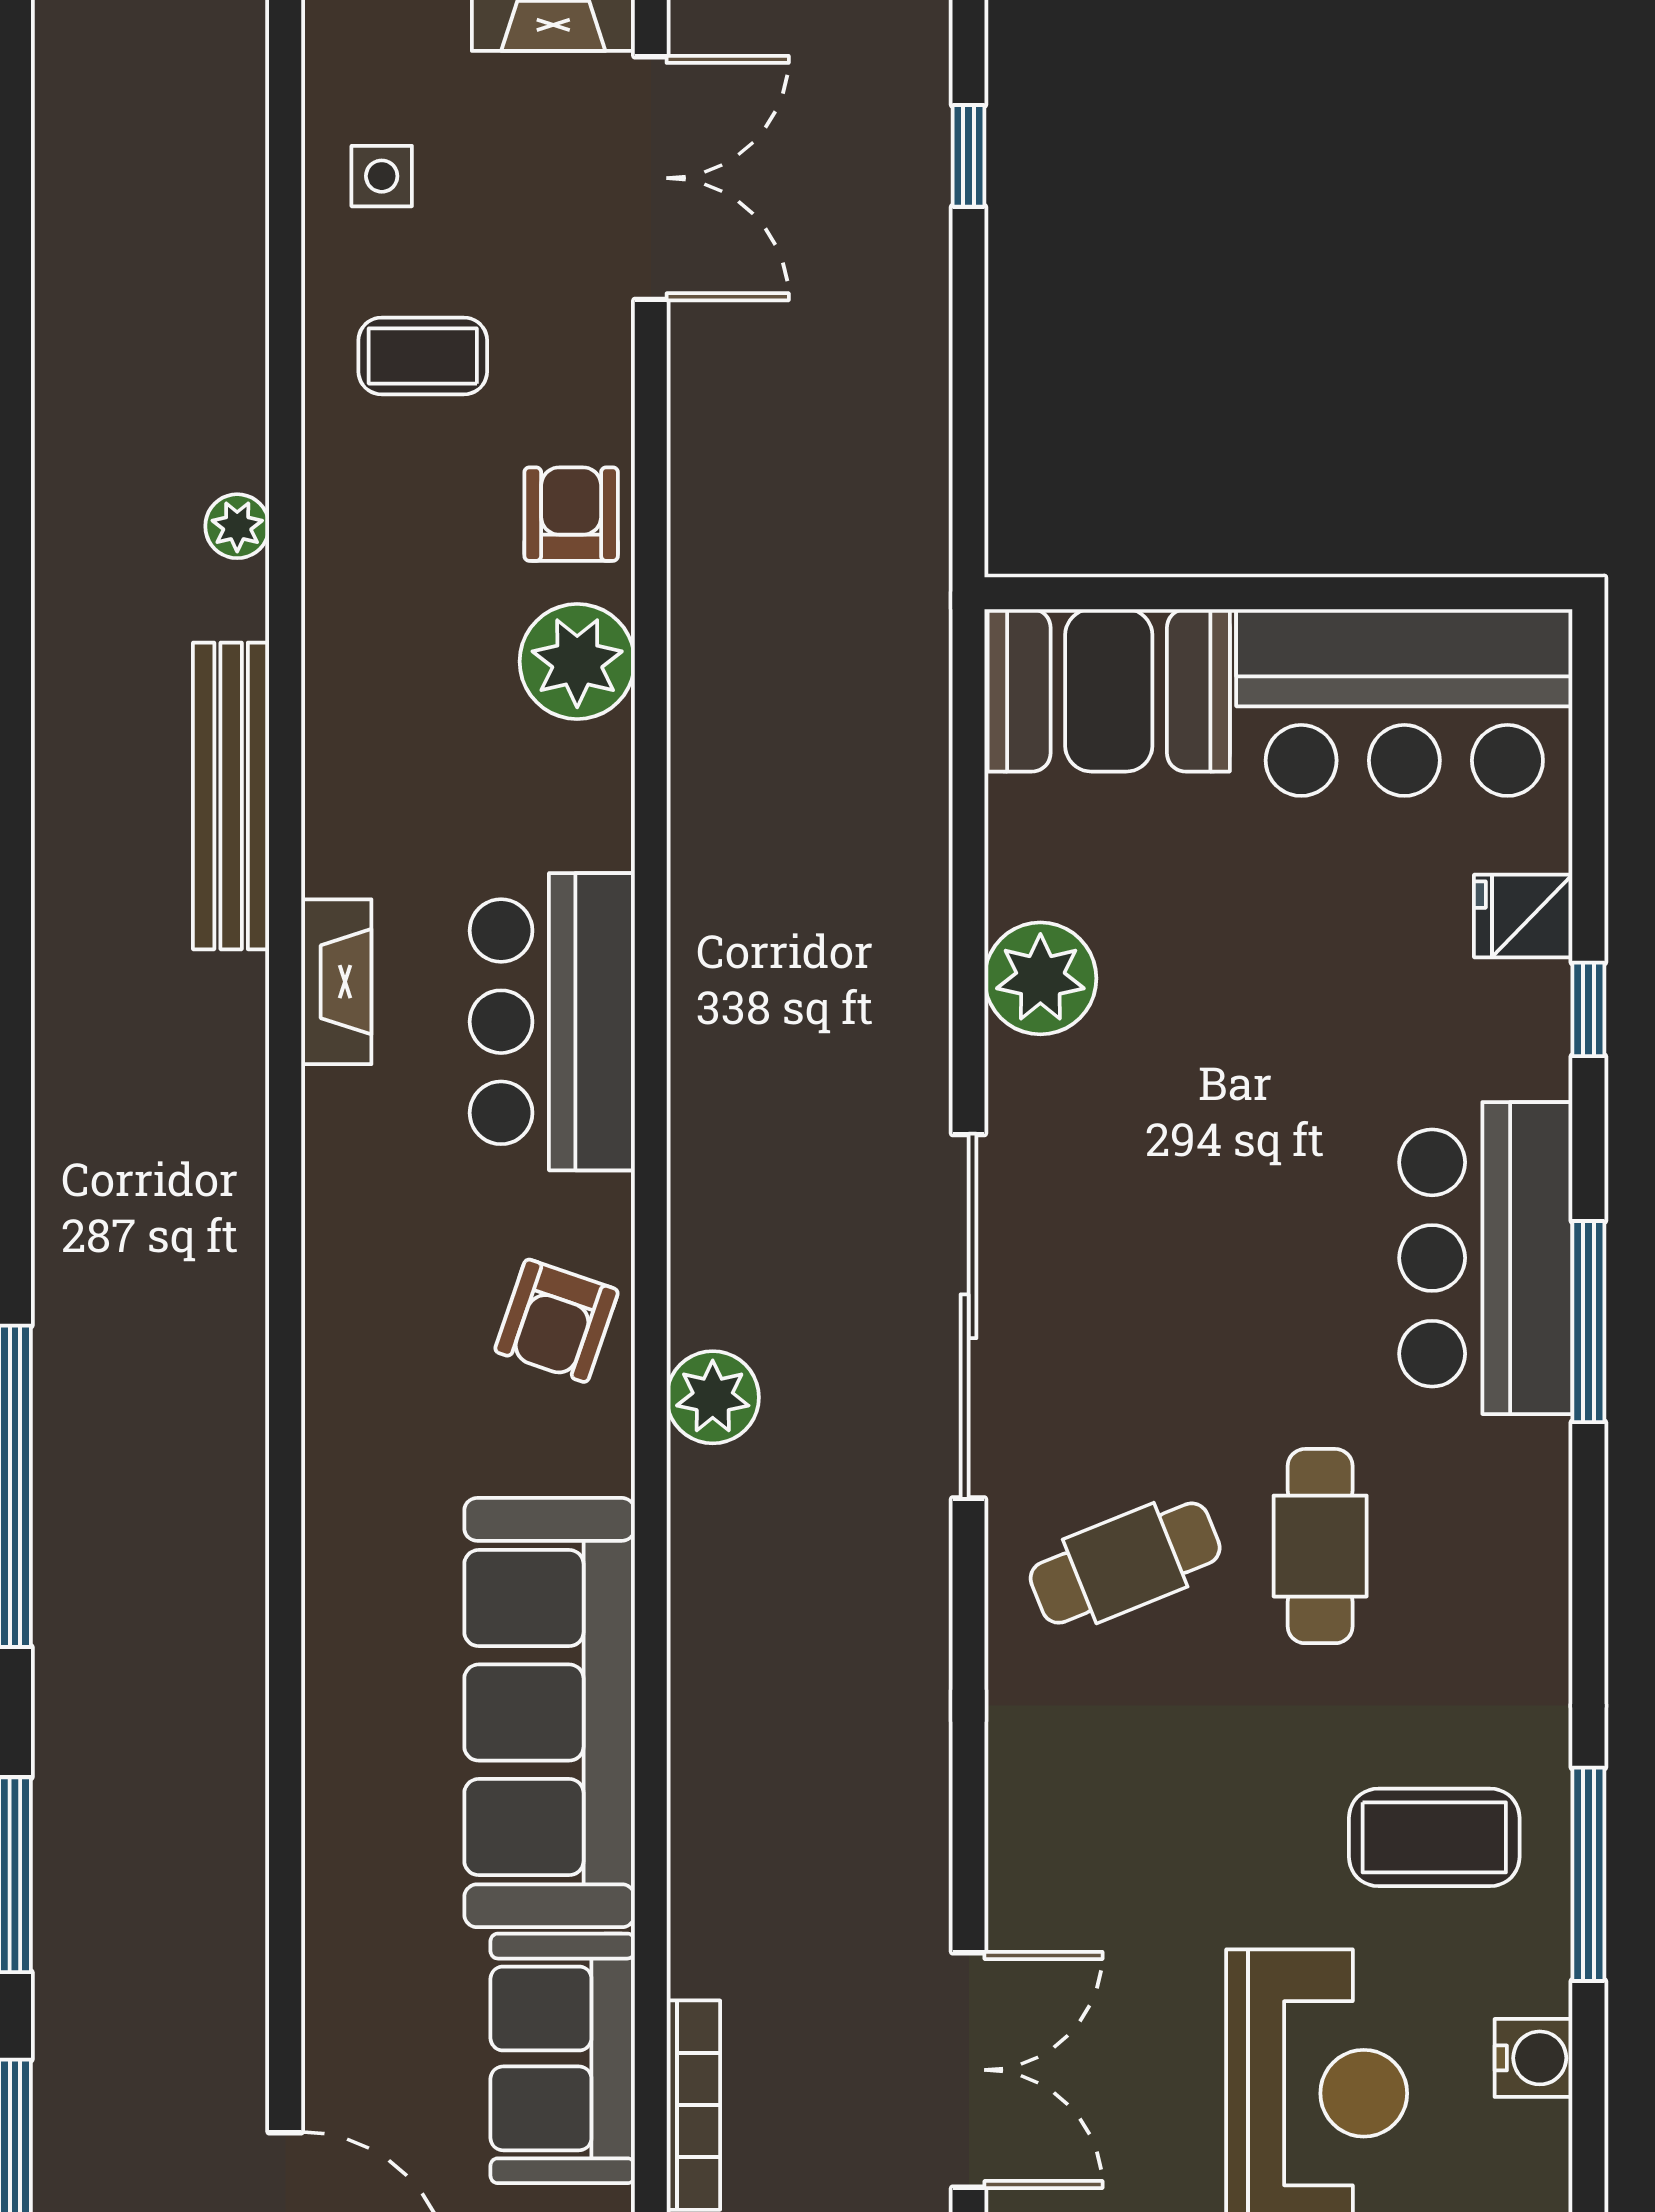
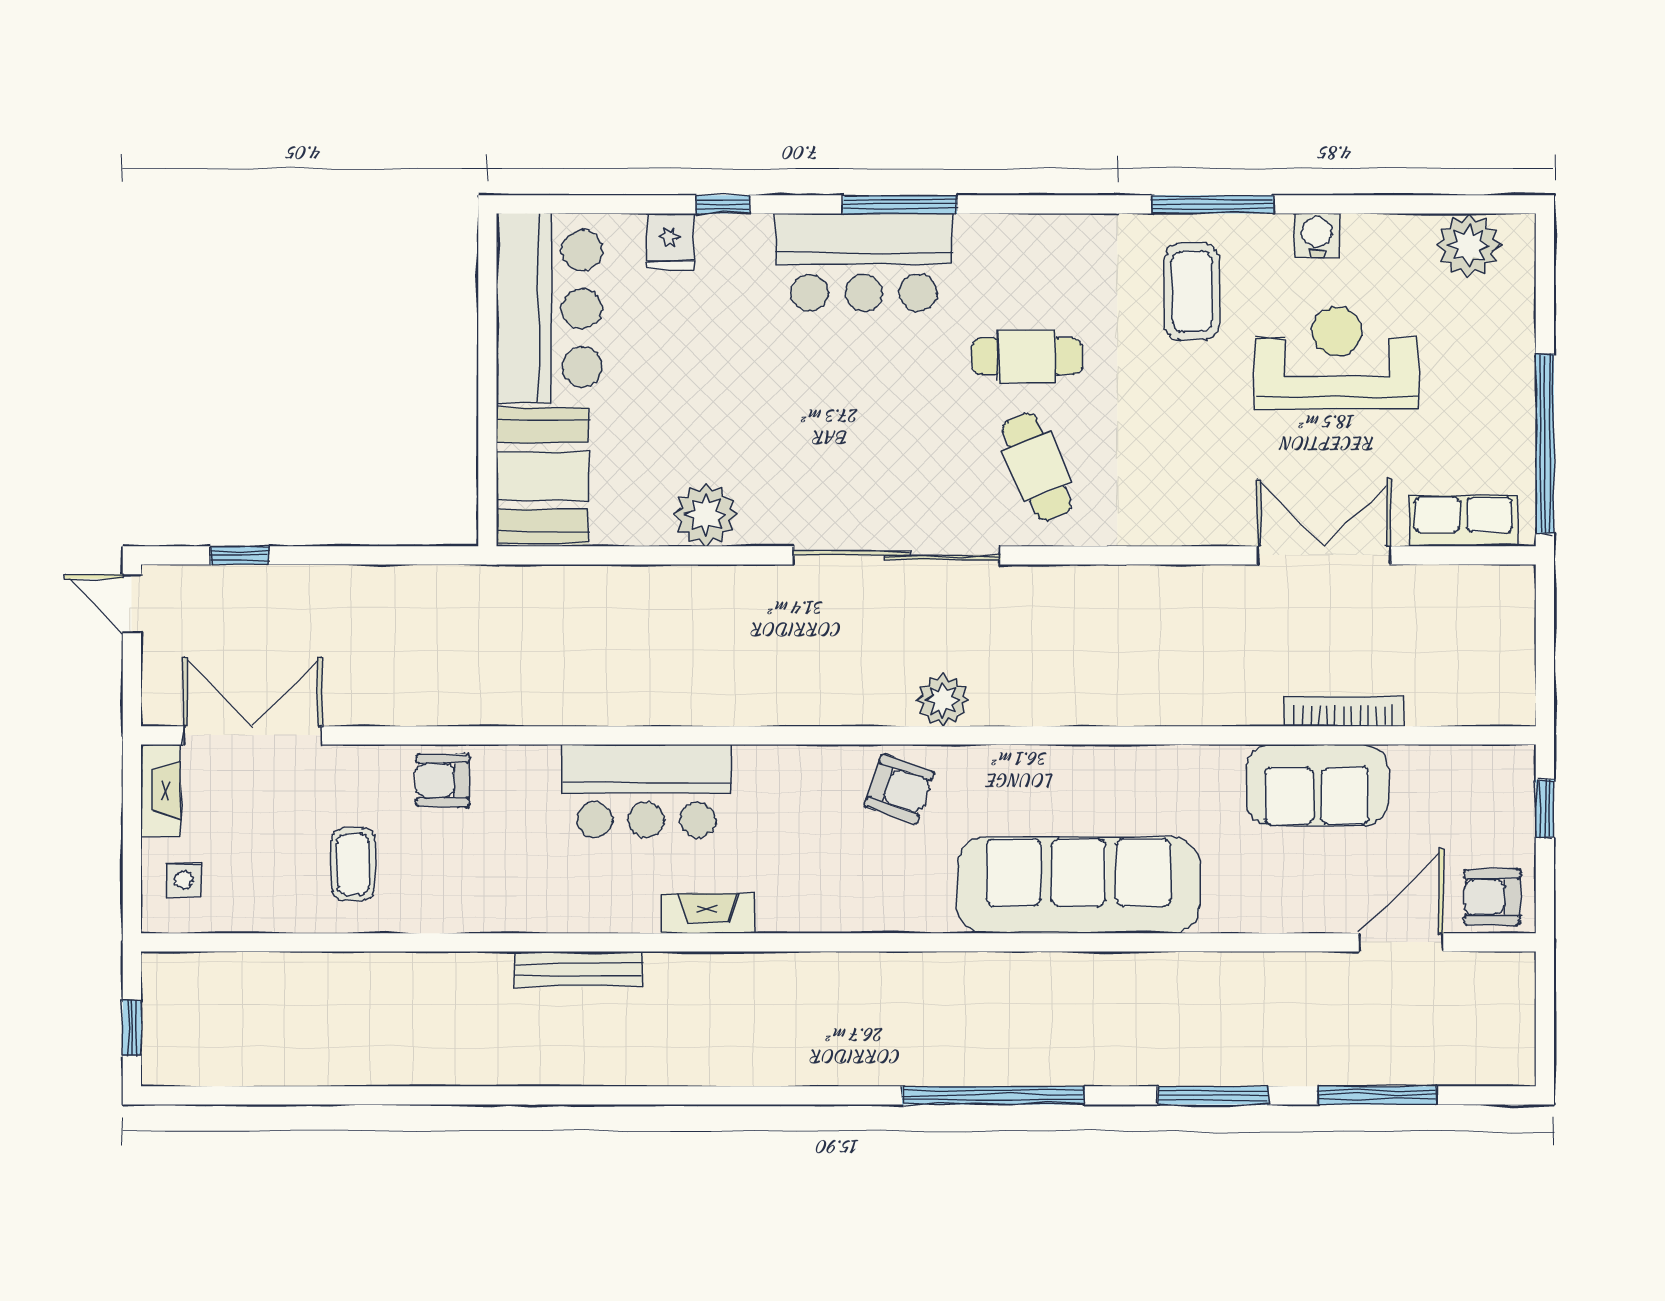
side table: (382, 176) -> (184, 880), moved
plant: (237, 526) -> (449, 969), removed
plant: (577, 661) -> (526, 777), removed
bench: (231, 796) -> (579, 969), width x0.73, depth x0.82
bar counter: (552, 1022) -> (646, 791), moved
sofa: (550, 1713) -> (1078, 885), moved, turned 180

